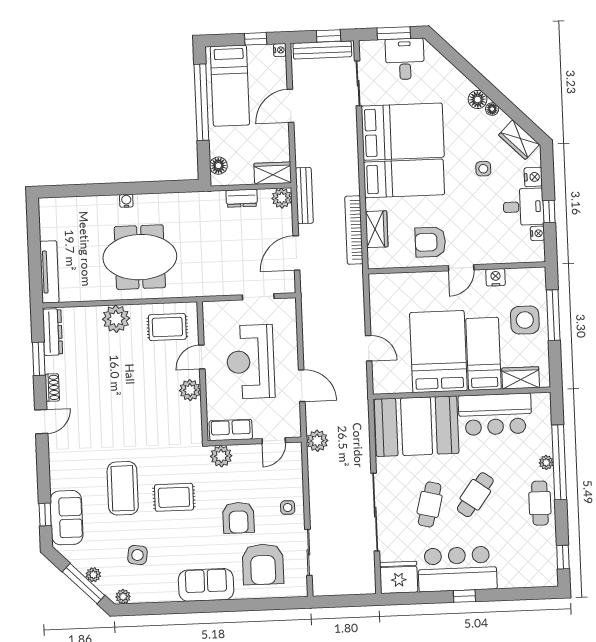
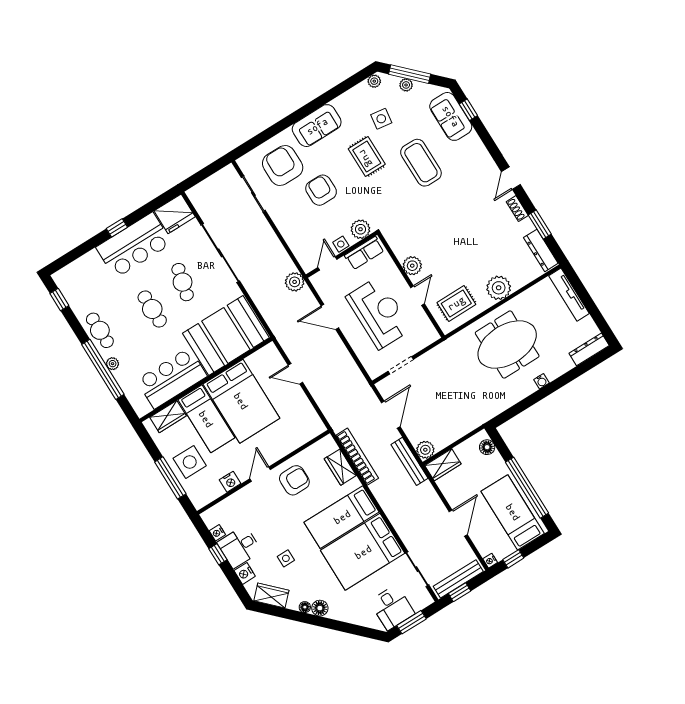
dresser: (242, 198) -> (589, 349), moved, width x1.44
cafe table: (475, 495) -> (152, 309), turned -36
rug: (174, 497) -> (367, 157), moved, turned 90
side table: (288, 508) -> (341, 244), moved

